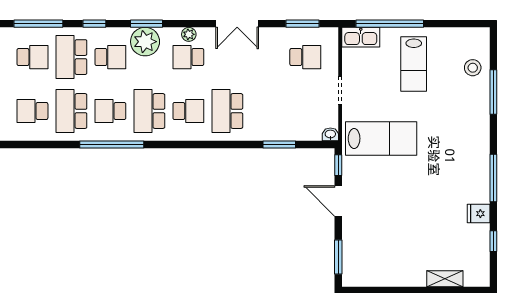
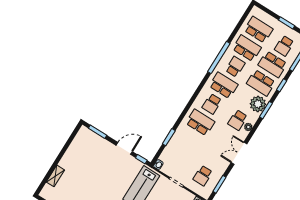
school desk: (71, 57) -> (273, 64), turned 180
school desk: (110, 57) -> (261, 83), width x1.85
school desk: (188, 57) -> (238, 120), turned 180
school desk: (32, 111) -> (258, 30), width x1.85

